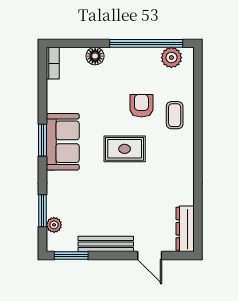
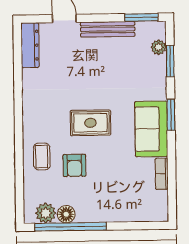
floor lamp: (95, 56) -> (66, 214), moved
bookcase: (53, 63) -> (162, 174), moved
window: (43, 140) -> (171, 115), moved

